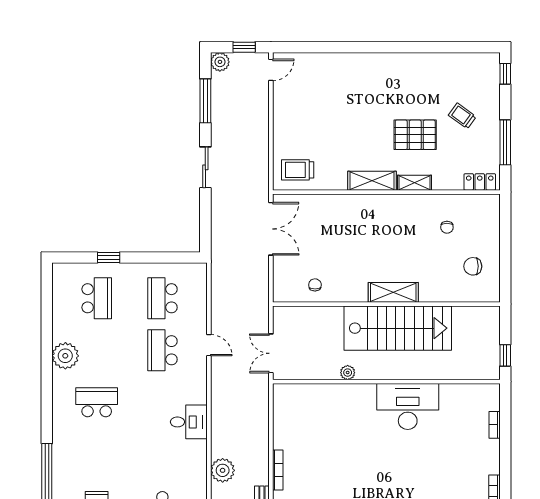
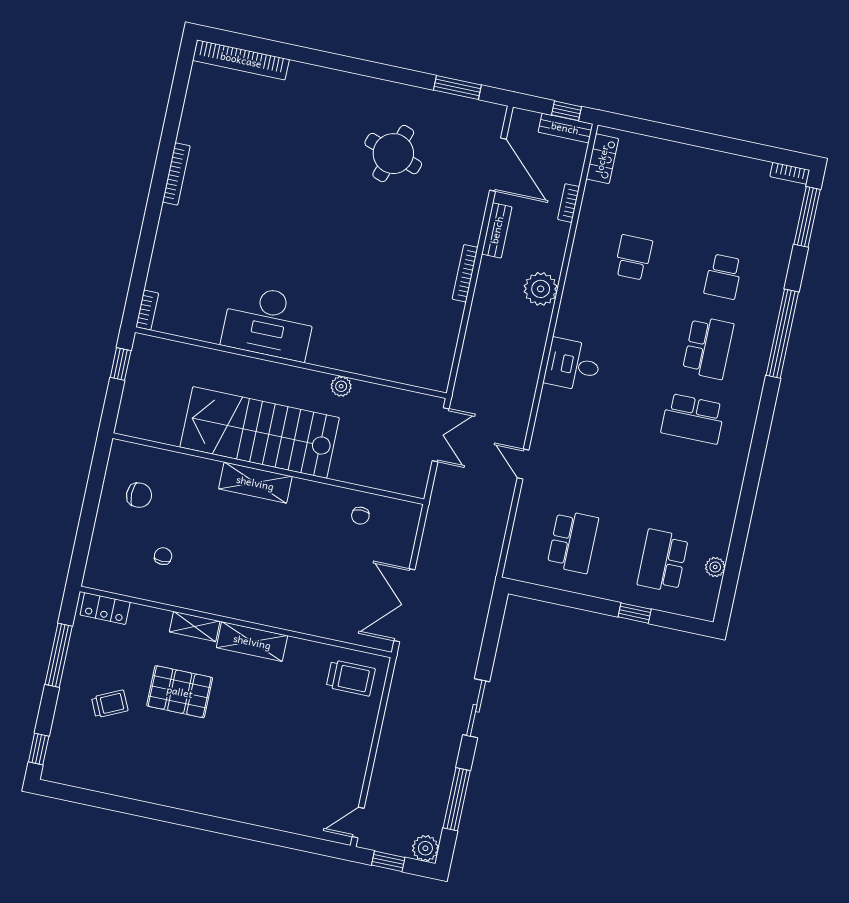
trolley: (462, 116) -> (110, 704), turned -61
school desk: (162, 350) -> (708, 348), moved
plant: (65, 356) -> (715, 567), moved, width x0.53, depth x0.53
bookcase: (495, 425) -> (147, 310), moved

